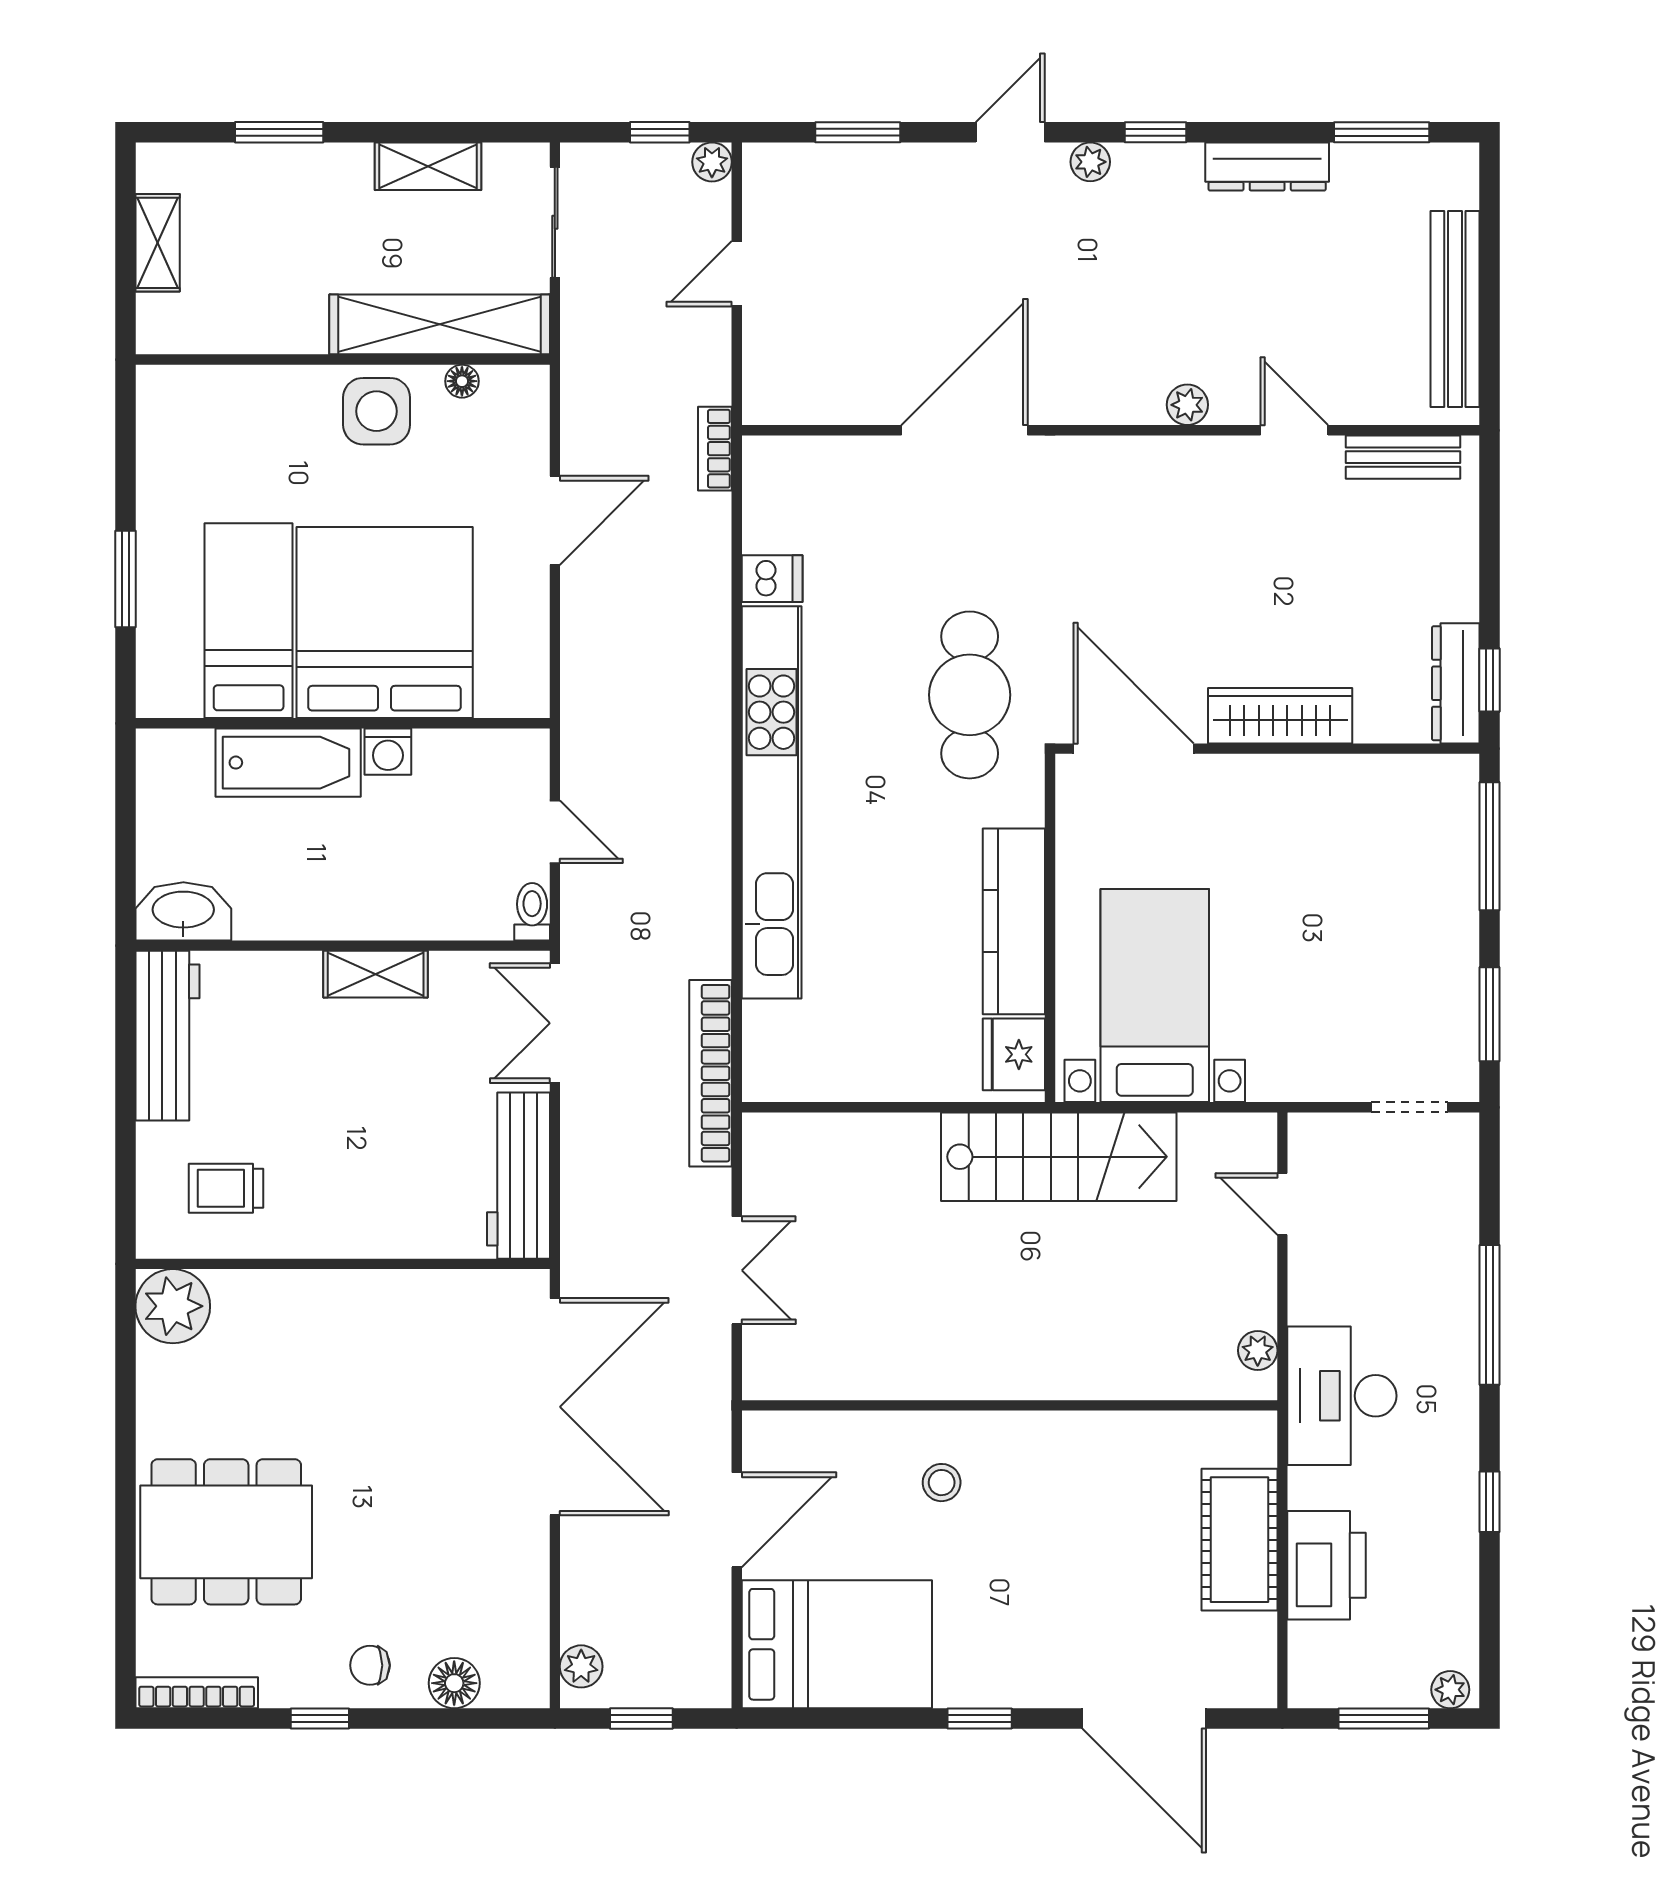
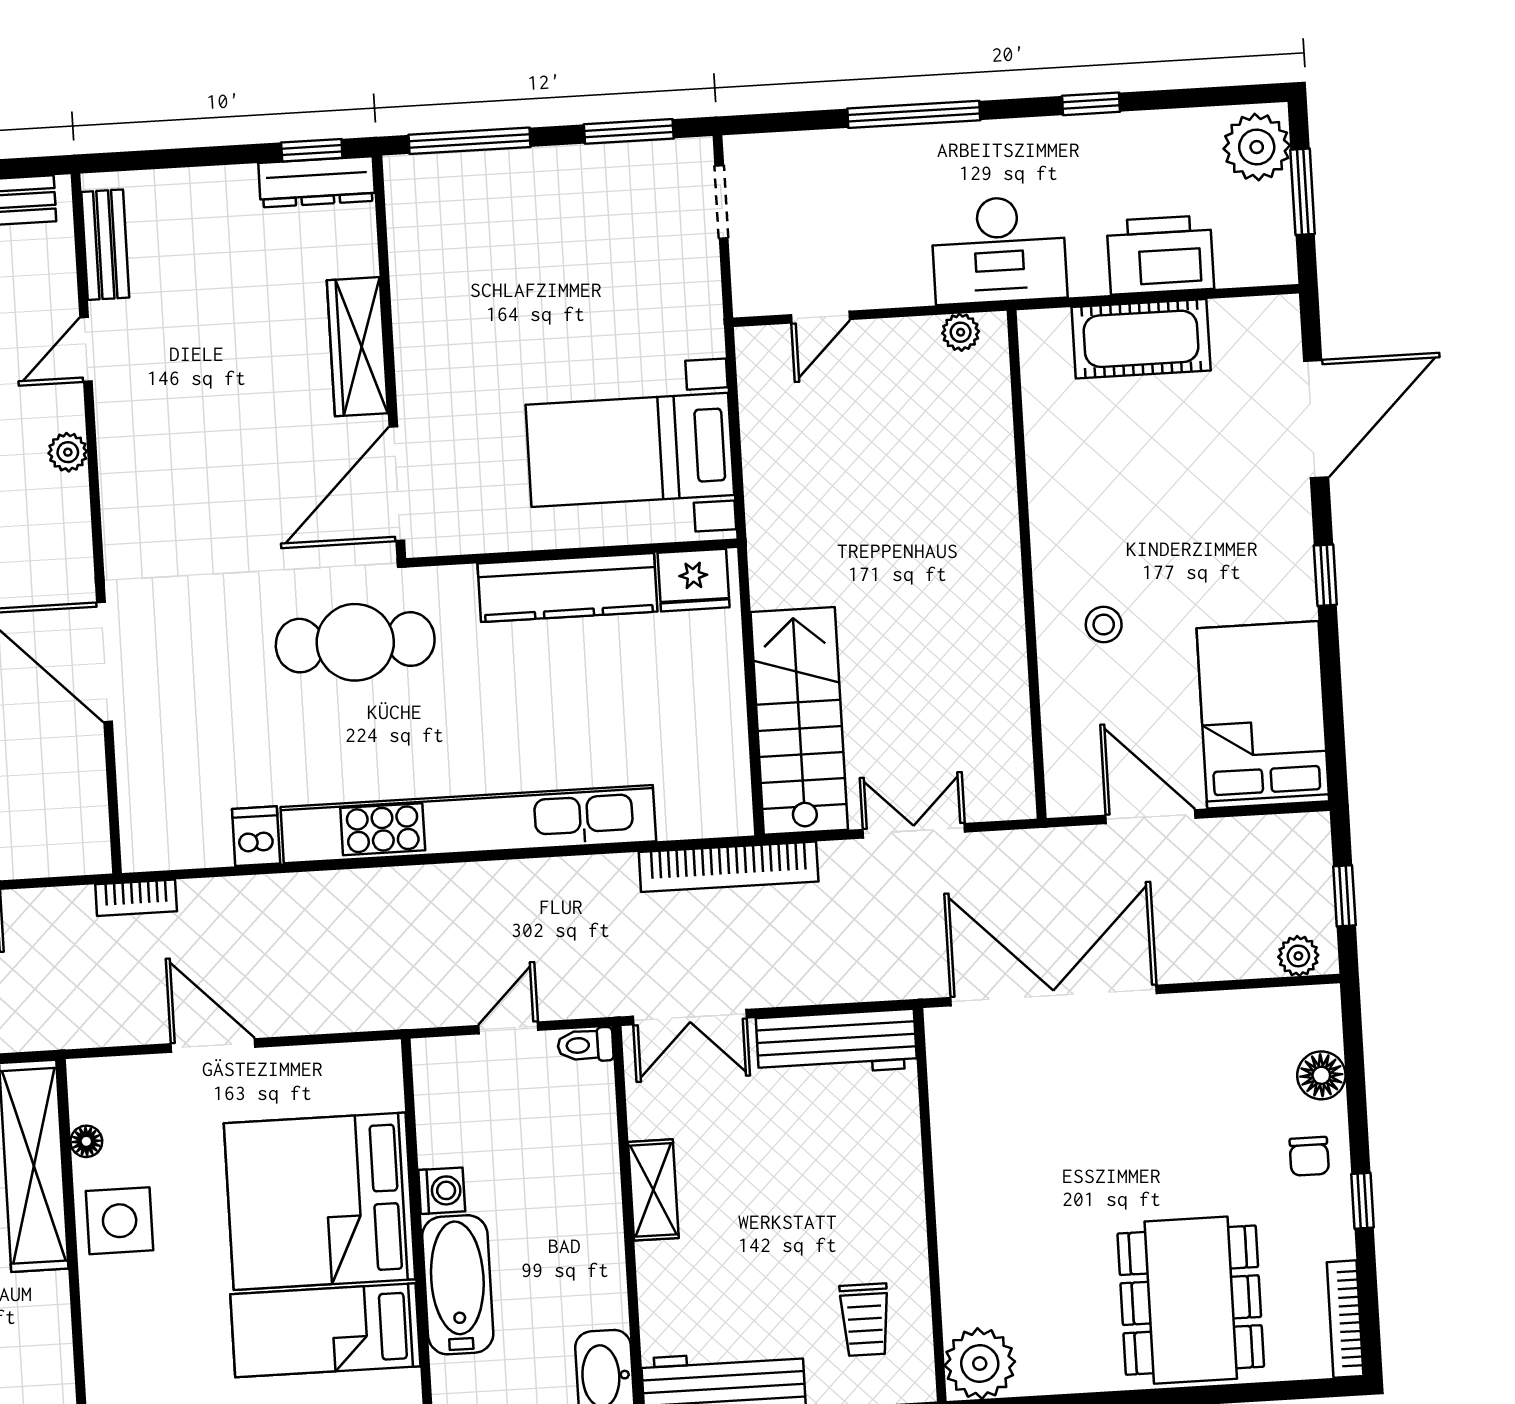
stairs: (1059, 1157) -> (799, 721), moved
plant: (1450, 1690) -> (1257, 147), width x1.87, depth x1.87

